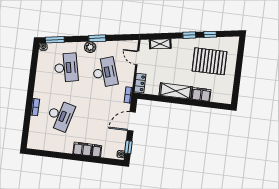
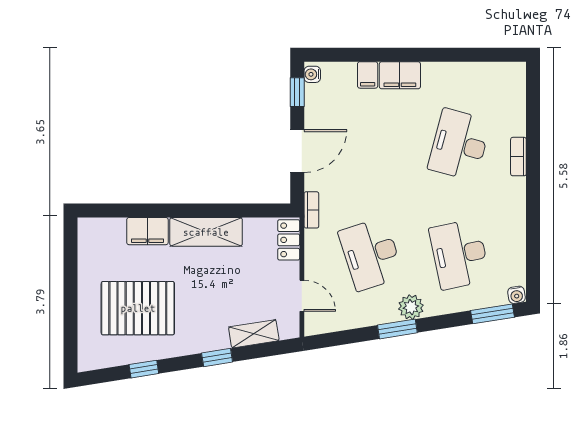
window: (189, 35) -> (217, 358), moved

